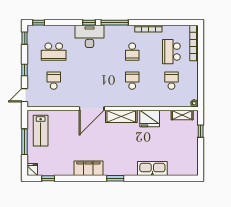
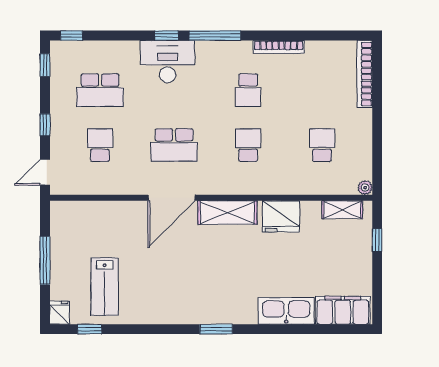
school desk: (171, 52) -> (174, 145), moved, turned -90
lab bench: (41, 131) -> (105, 287), moved
filing cabinet: (88, 168) -> (343, 310), moved

